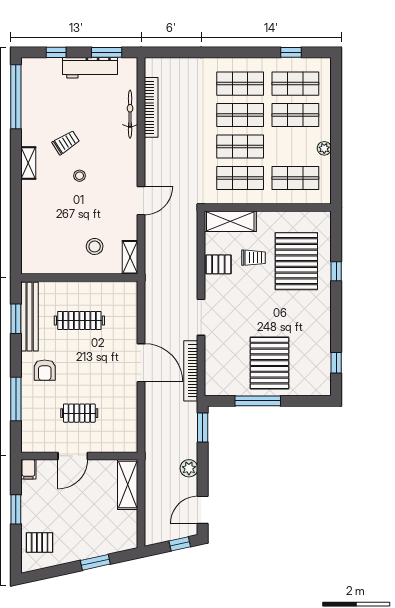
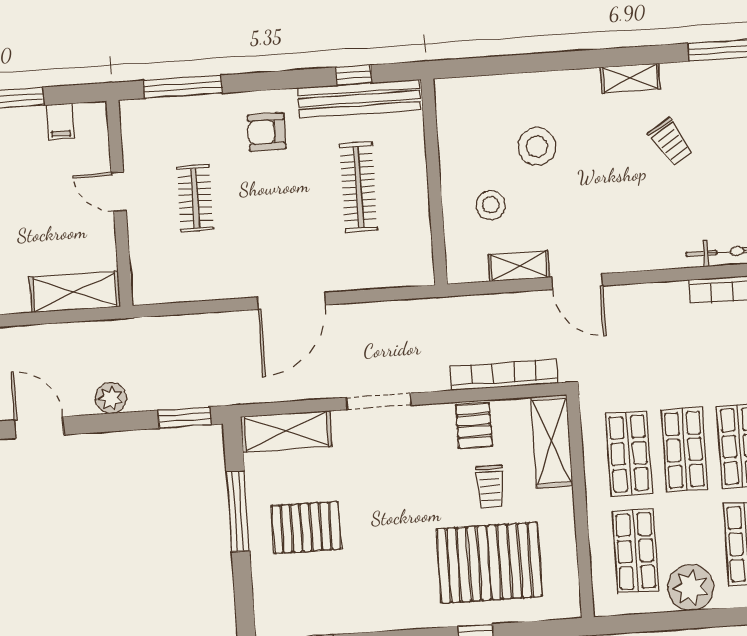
plant: (324, 148) -> (691, 588), width x1.88, depth x1.88
stool: (80, 176) -> (537, 146), moved, width x1.89, depth x1.89
shelving: (130, 257) -> (519, 266), moved
window: (16, 319) -> (354, 75), width x0.67
pallet: (269, 363) -> (306, 527), width x0.73, depth x0.71
bookcase: (191, 371) -> (504, 375), moved
shelving: (214, 371) -> (286, 431), added
window: (16, 399) -> (183, 87), moved
door: (73, 456) -> (119, 192), width x0.73
filing cabinet: (28, 469) -> (60, 121), moved, turned -90

